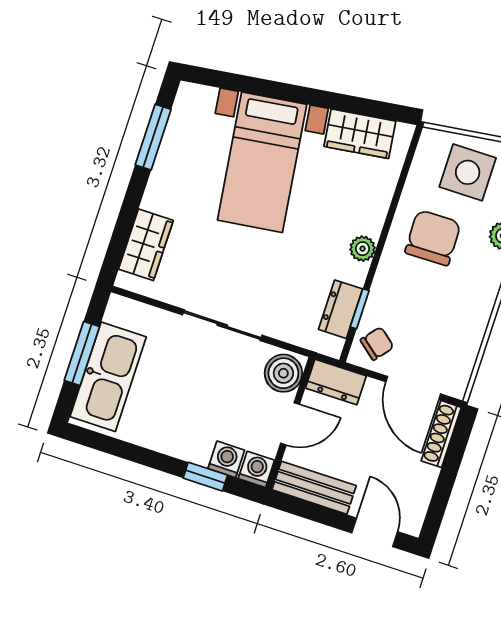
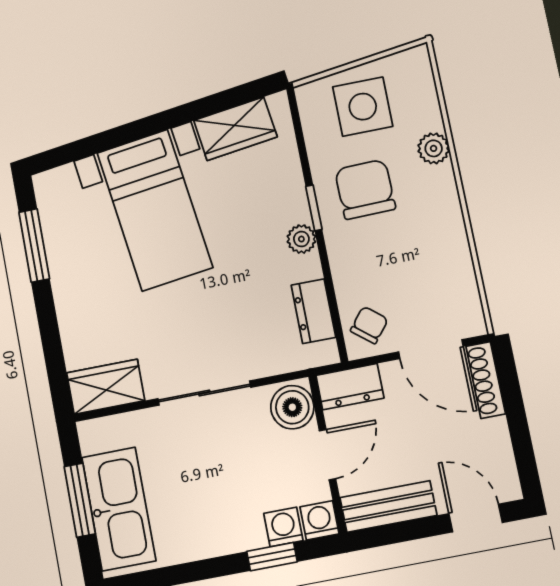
wardrobe: (146, 245) -> (106, 387), moved, turned -90
window: (360, 309) -> (314, 208), moved

